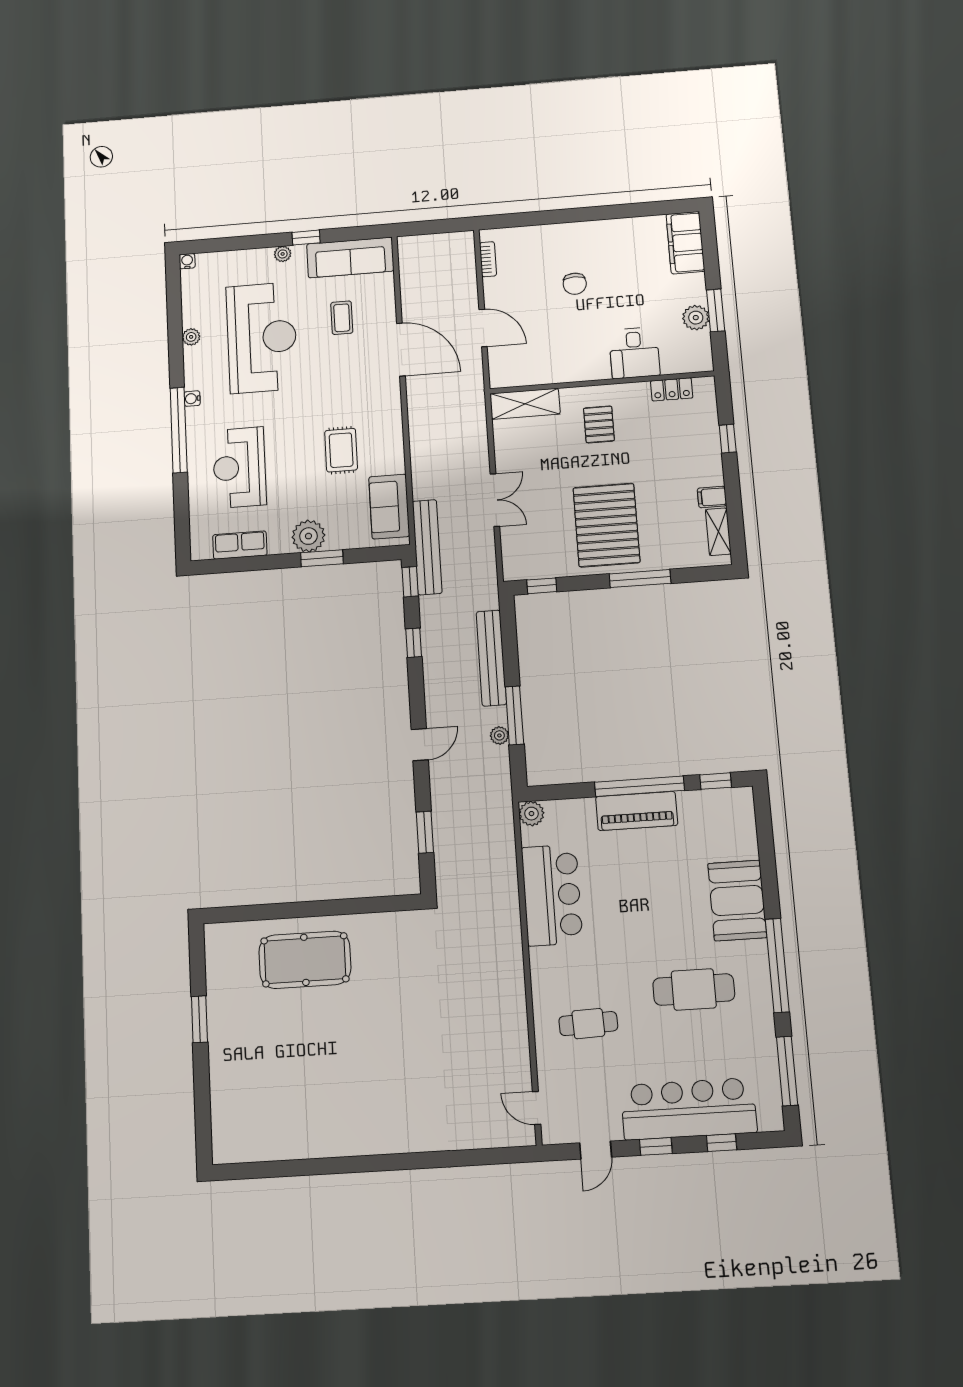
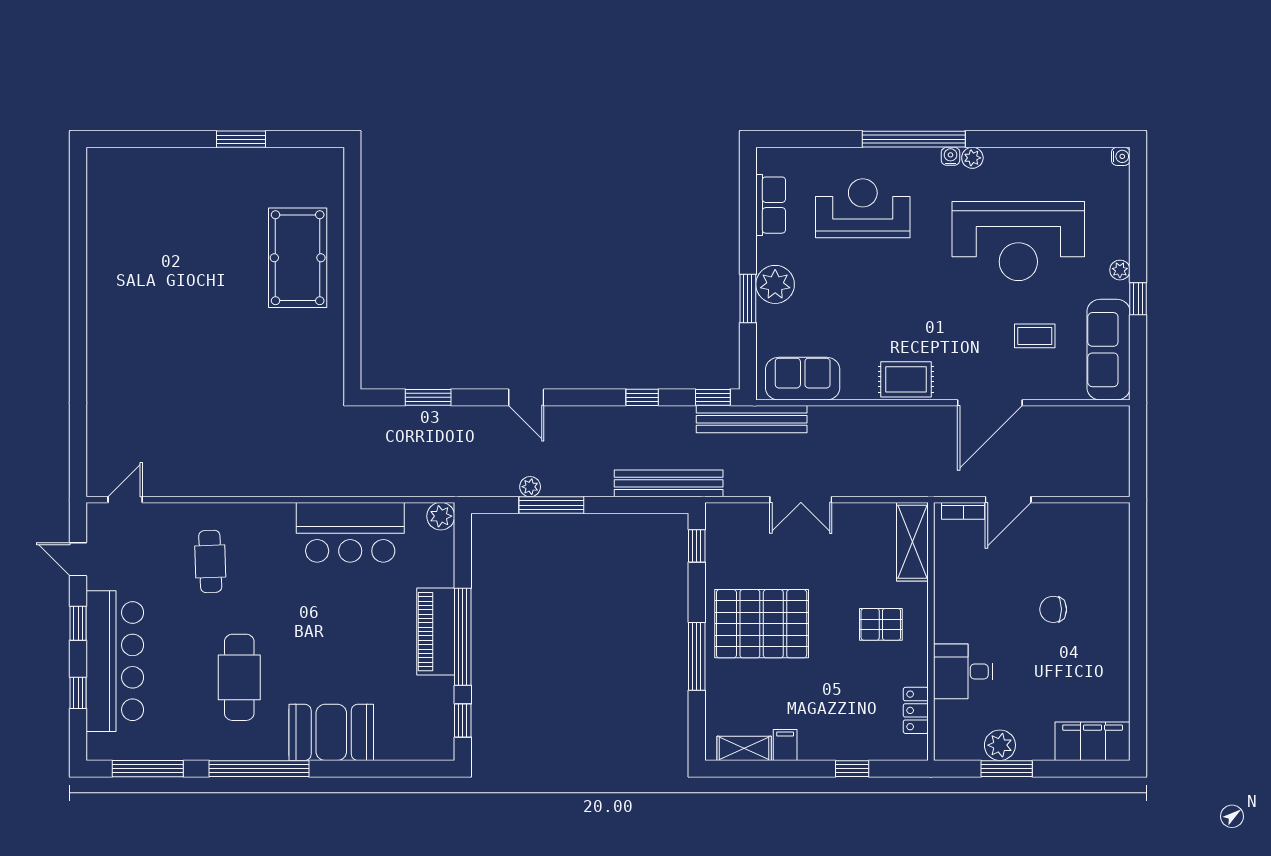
bookcase: (488, 259) -> (963, 511), moved
plant: (191, 337) -> (972, 158), moved
rug: (341, 450) -> (906, 379), moved
bench: (491, 658) -> (669, 483), moved

